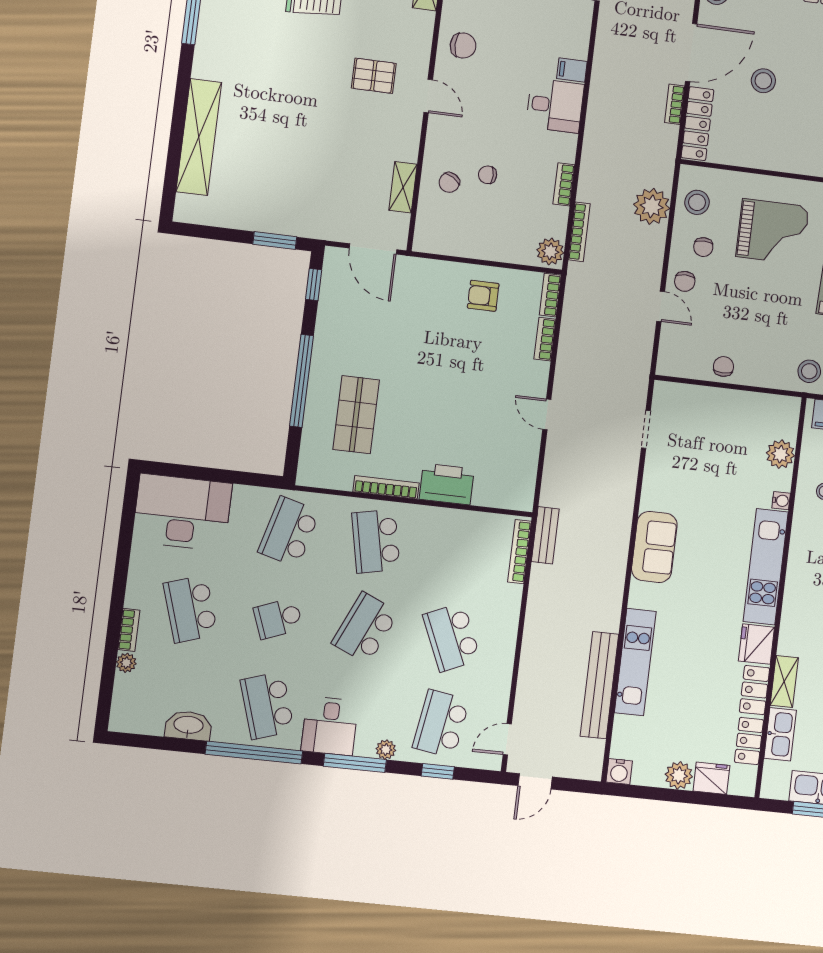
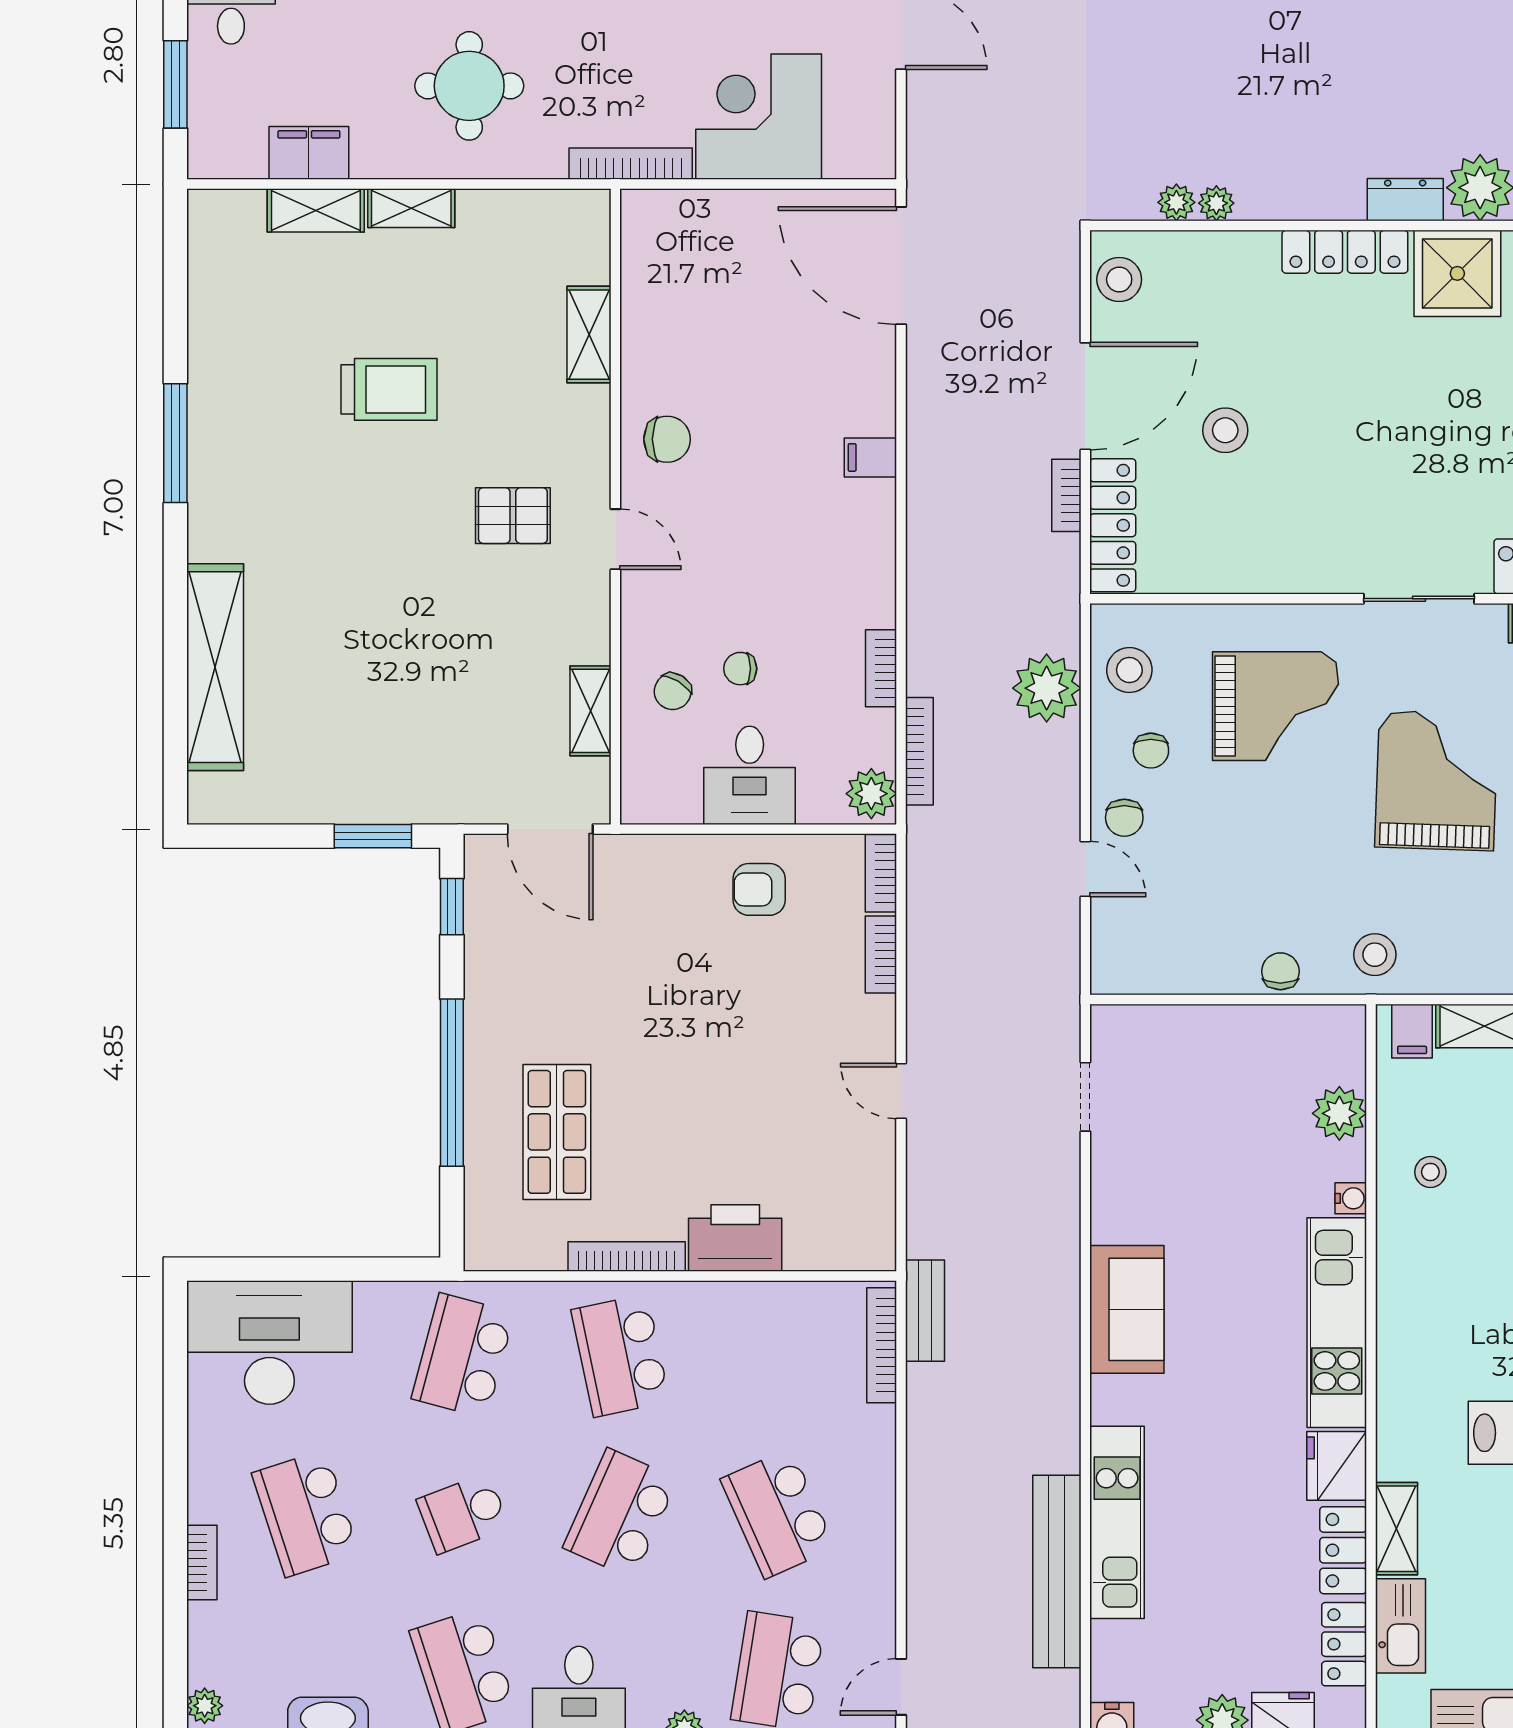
desk: (555, 105) -> (750, 775), moved, turned 90
chair: (723, 366) -> (1280, 971), moved
plant: (126, 663) -> (205, 1706), moved

